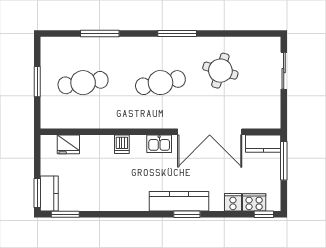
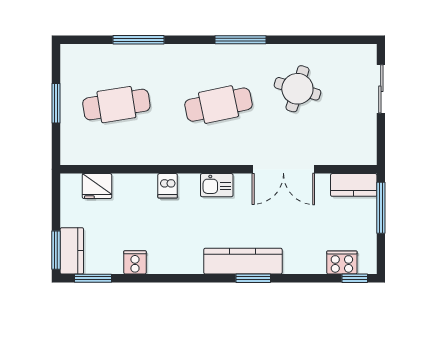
double door: (210, 132) -> (283, 169), width x0.73
cooker: (233, 202) -> (135, 262), moved

